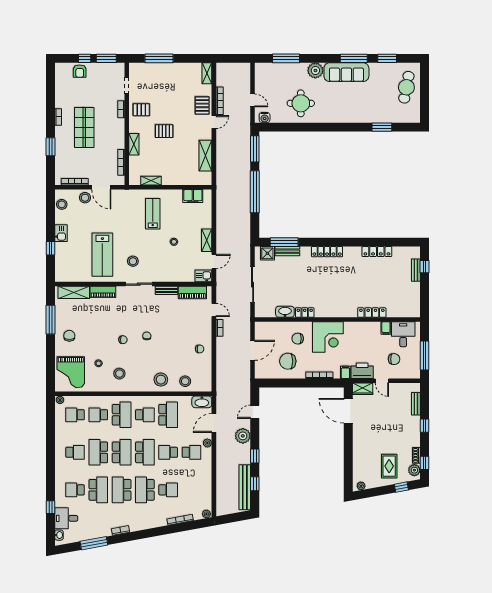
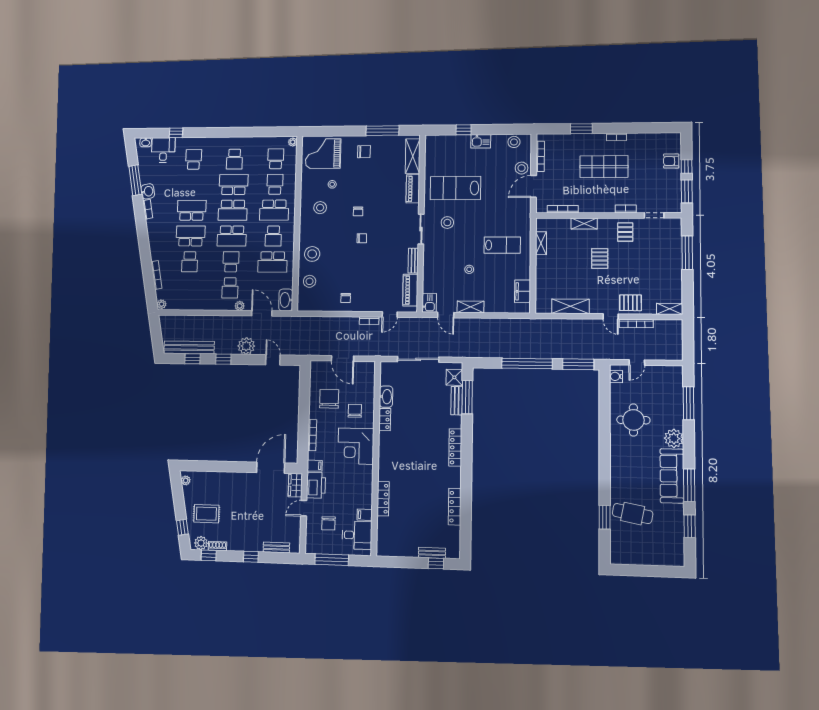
cafe table: (406, 87) -> (633, 514), moved
school desk: (98, 490) -> (193, 185), removed
washbasin: (104, 531) -> (148, 191), added

